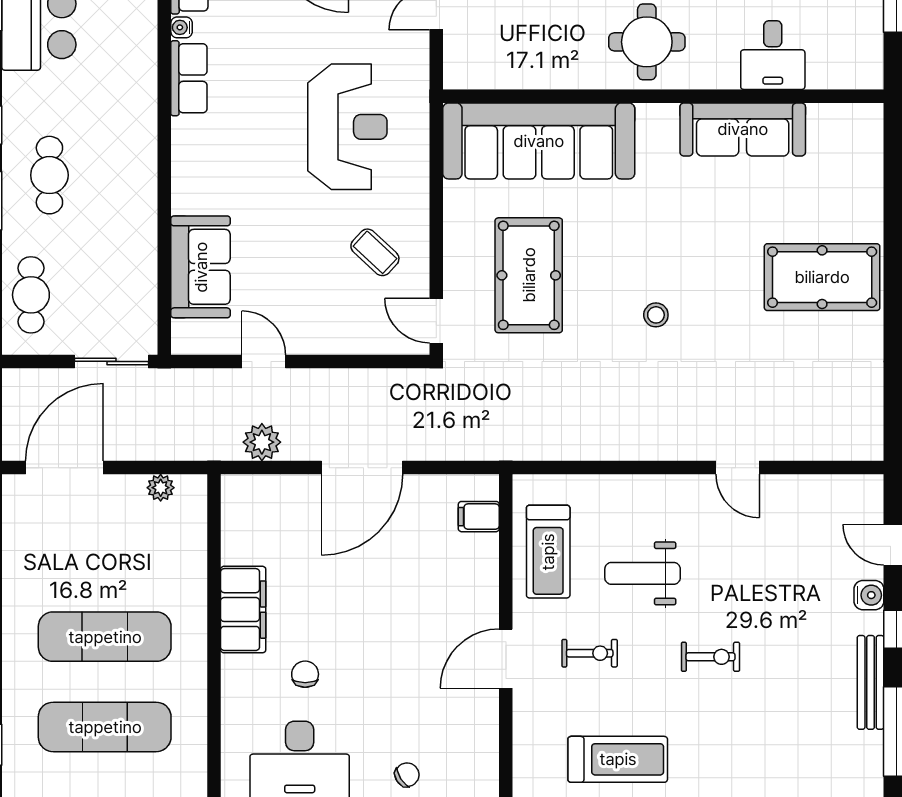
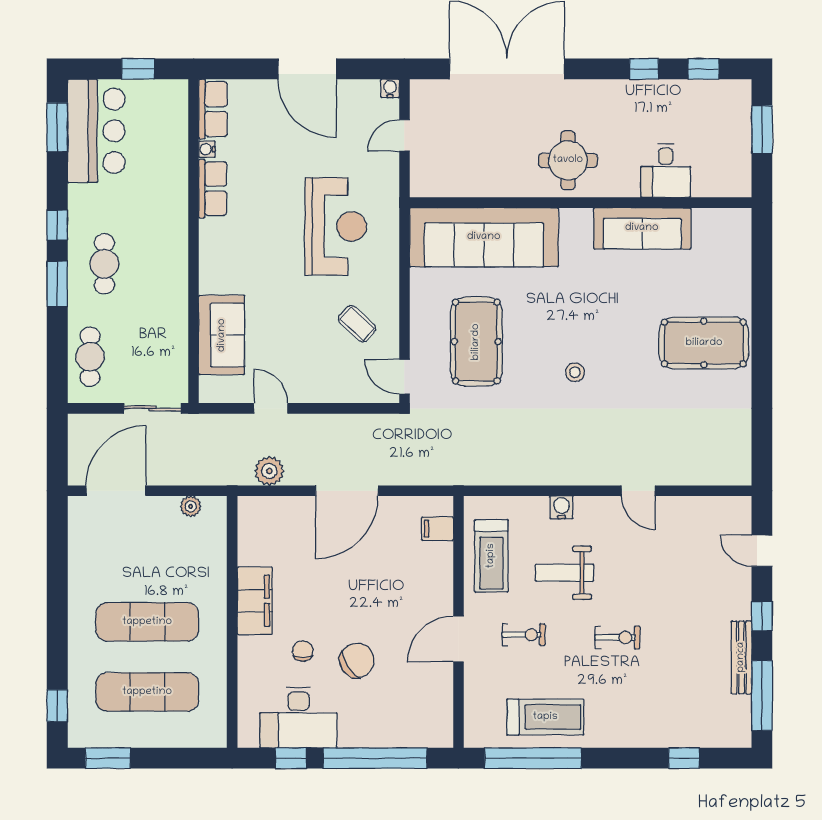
water cooler: (869, 595) -> (561, 507), moved, turned -90
chair: (407, 775) -> (357, 660), moved, width x1.87, depth x1.87

